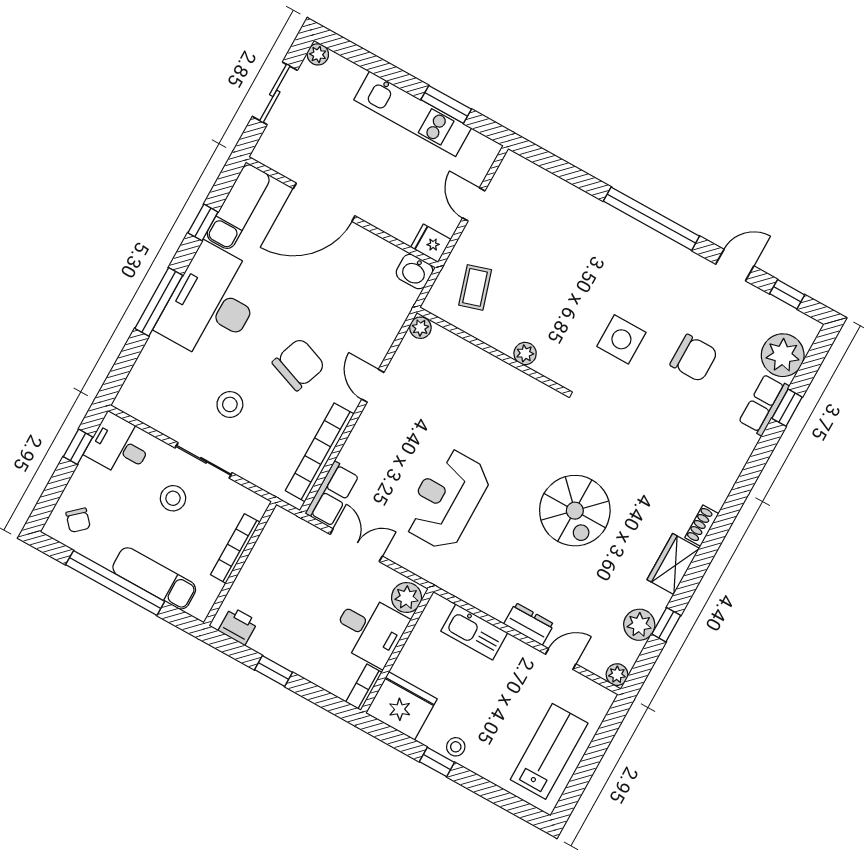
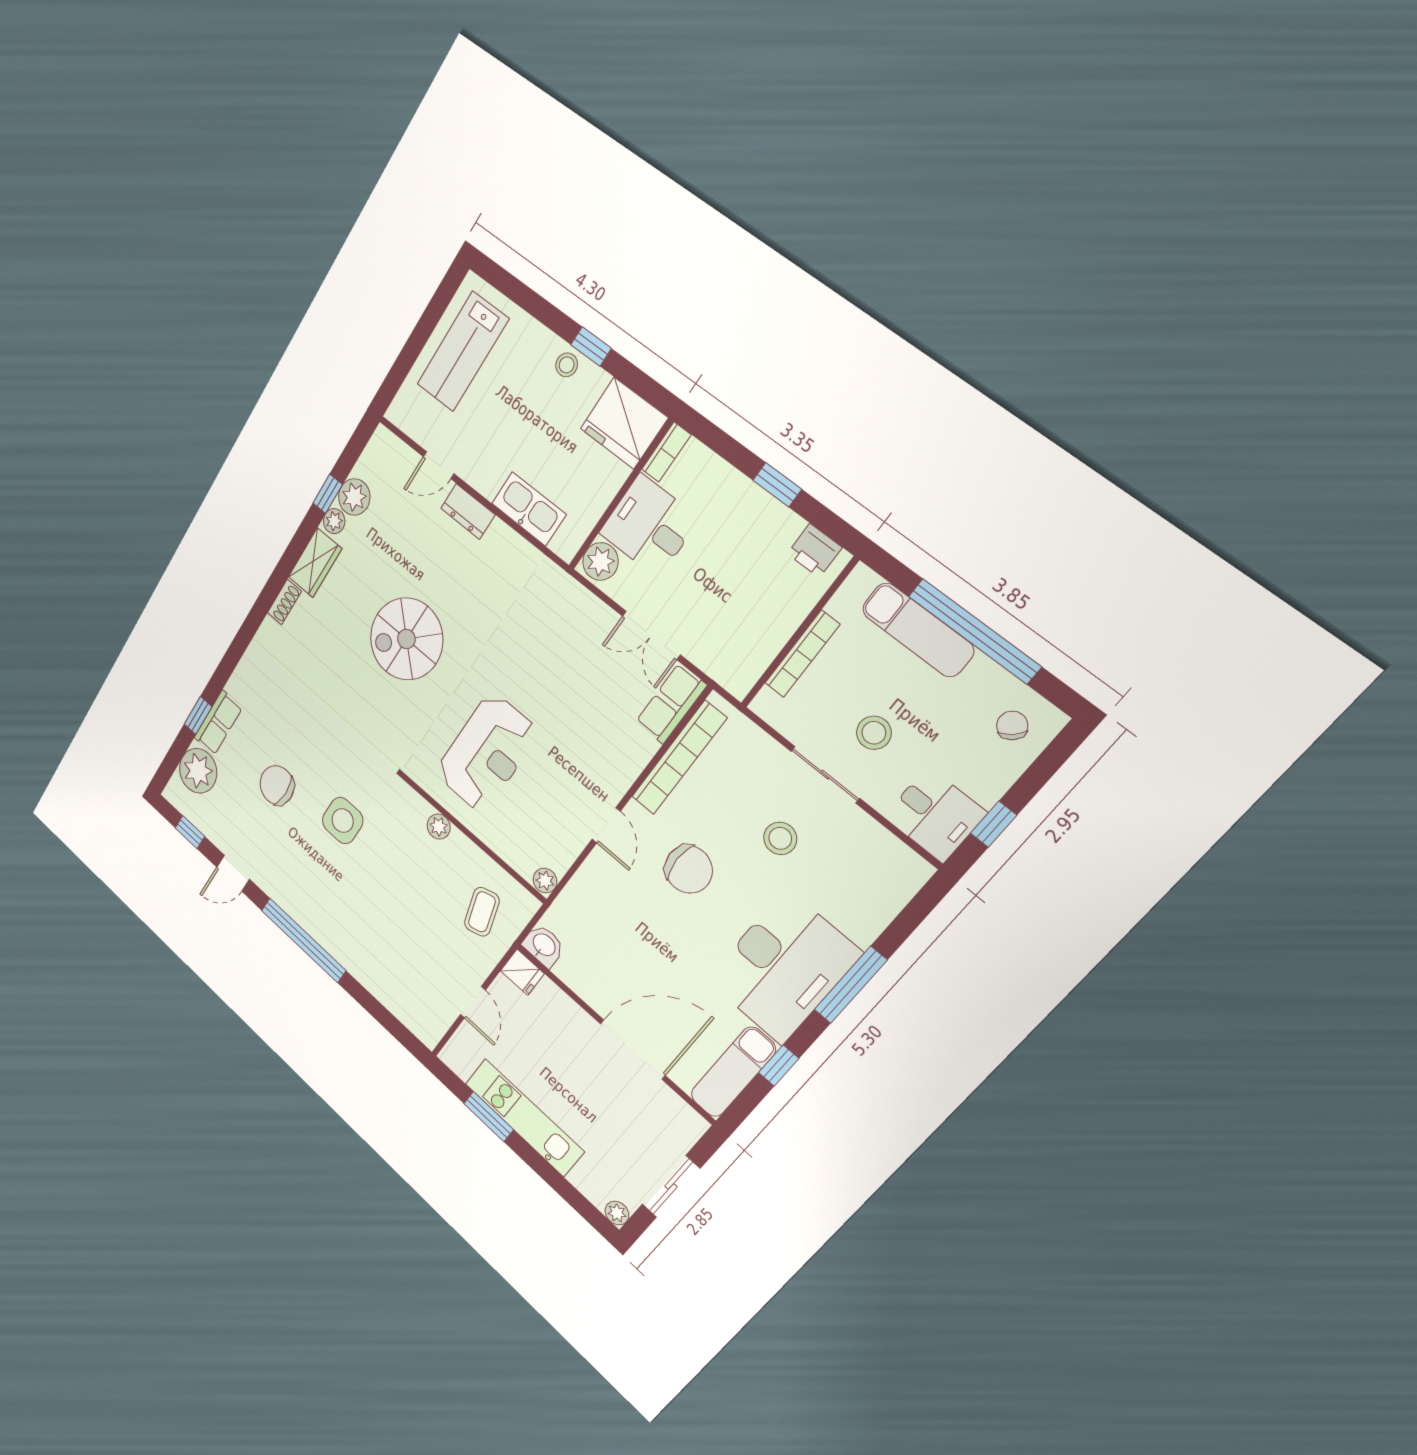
chair: (299, 364) -> (689, 869), turned -110
reception desk: (447, 499) -> (487, 753), moved
spiral stairs: (575, 511) -> (406, 639), turned -90
plant: (617, 675) -> (334, 521), moved

